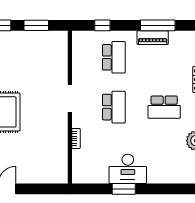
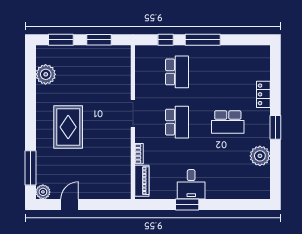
window: (158, 25) -> (203, 40), moved
piano: (153, 38) -> (142, 181), moved, turned -90
desk: (128, 169) -> (191, 184), width x0.73

